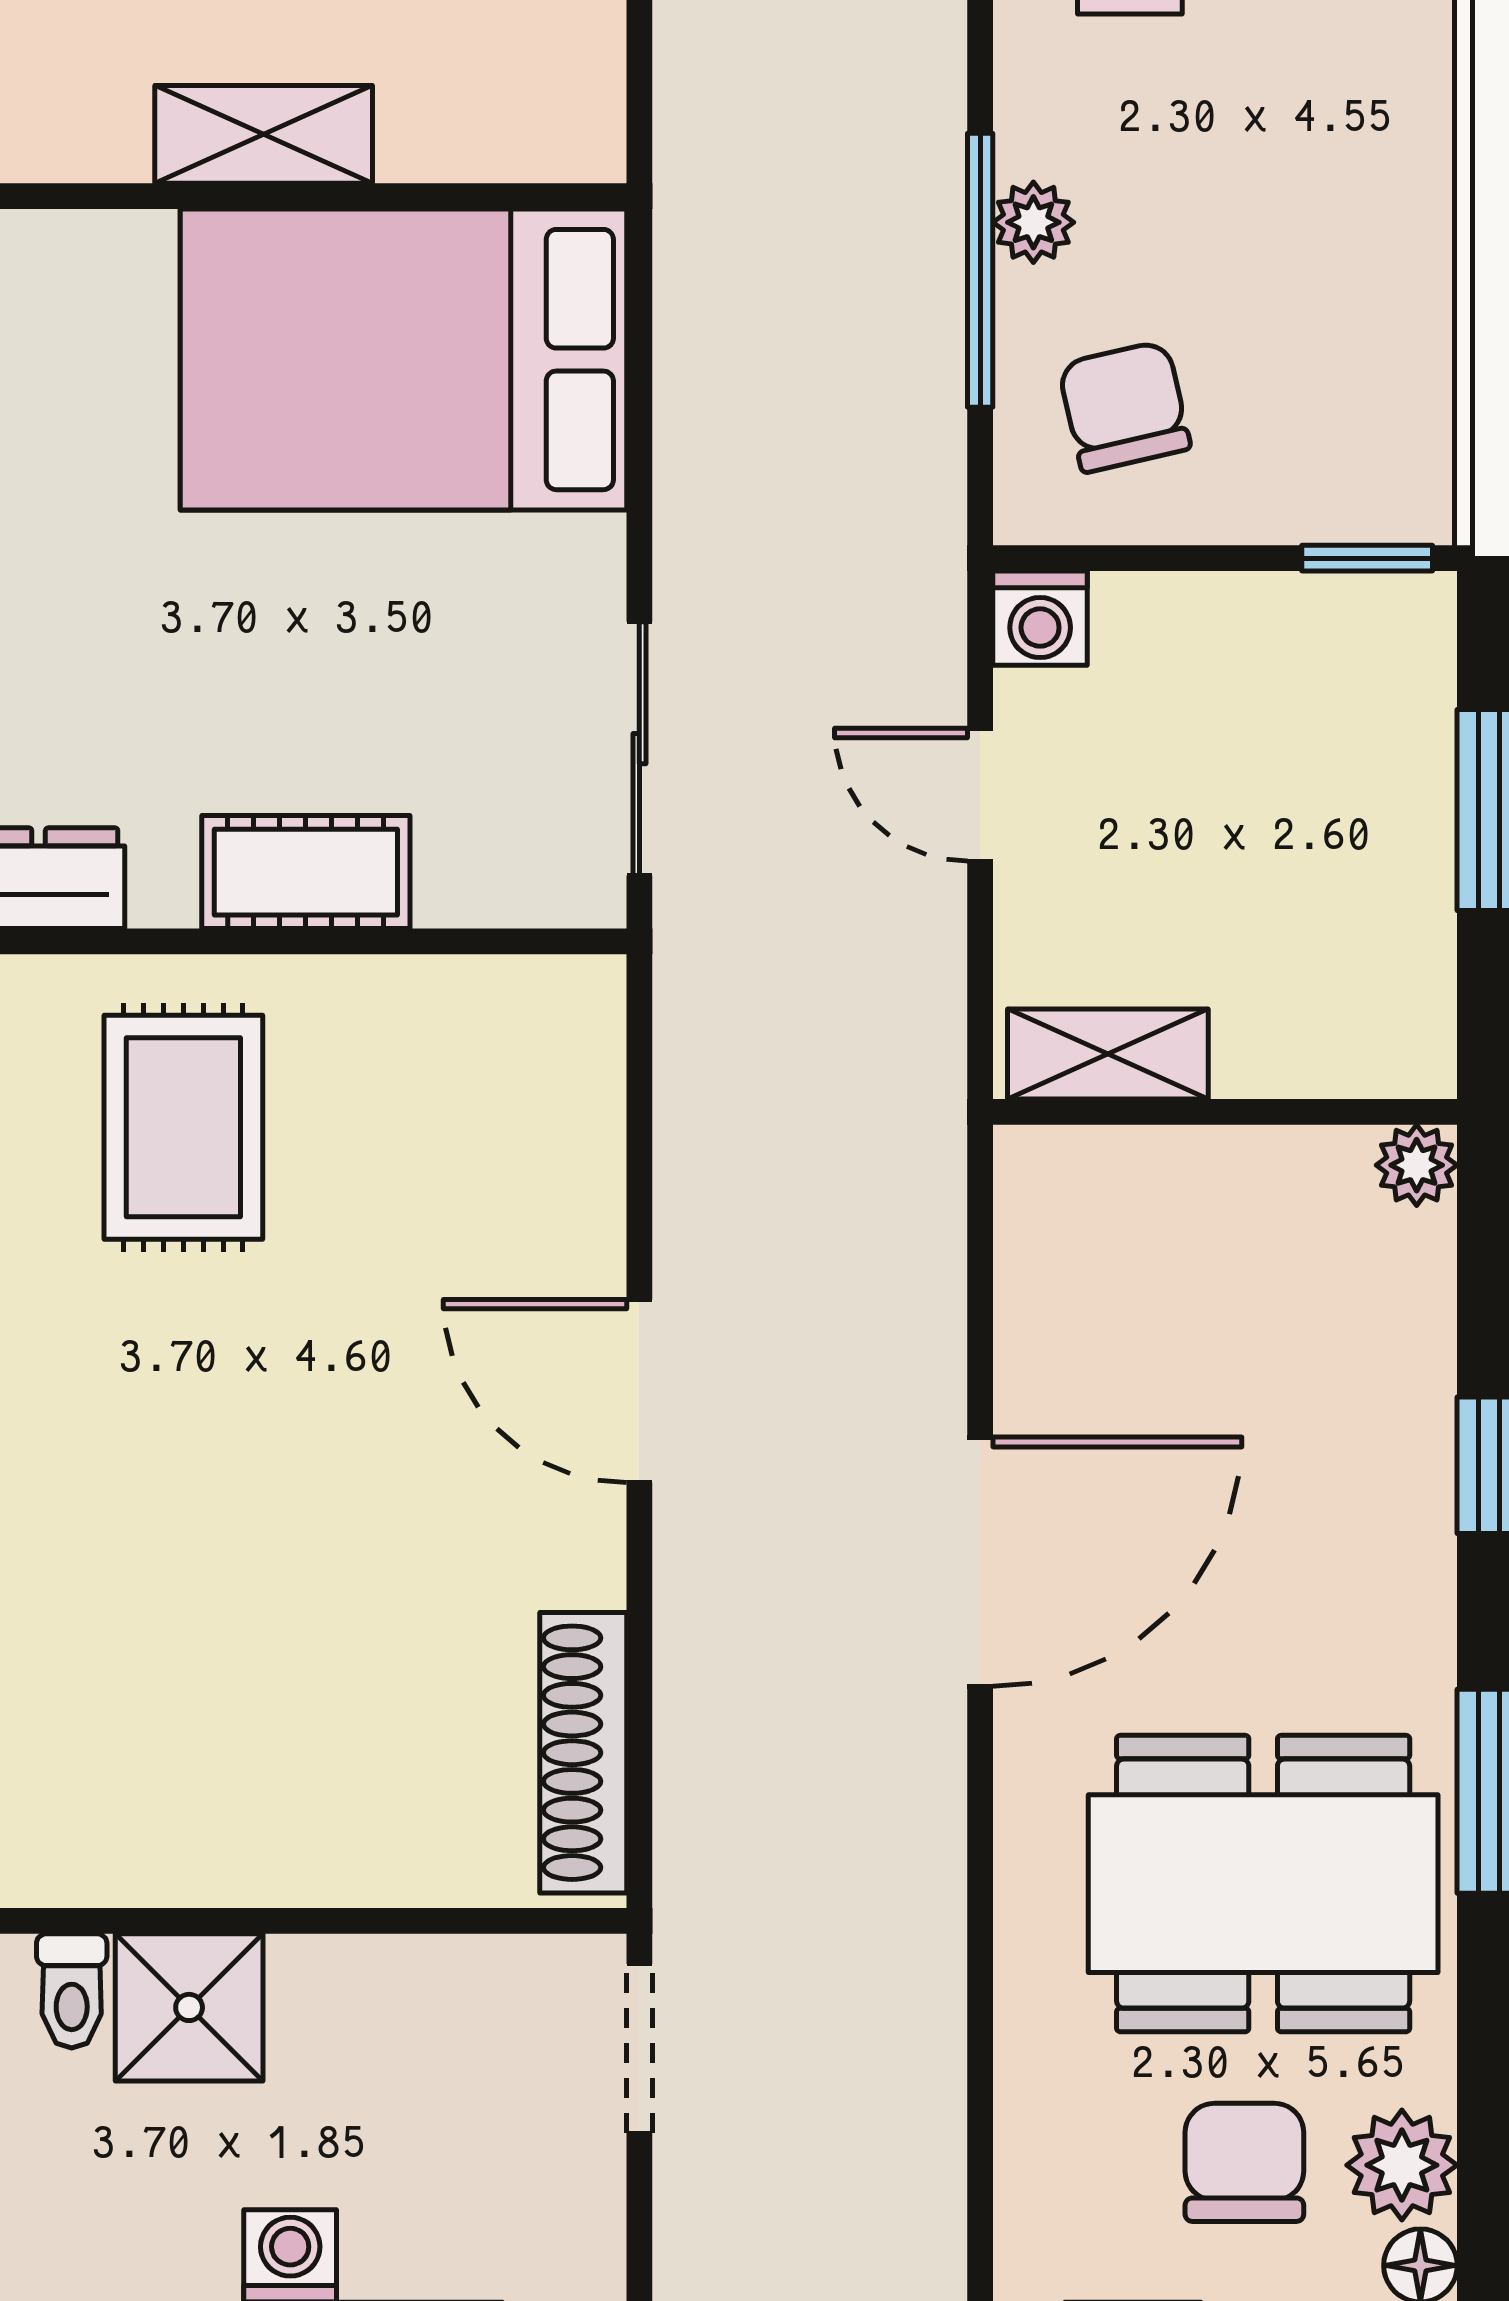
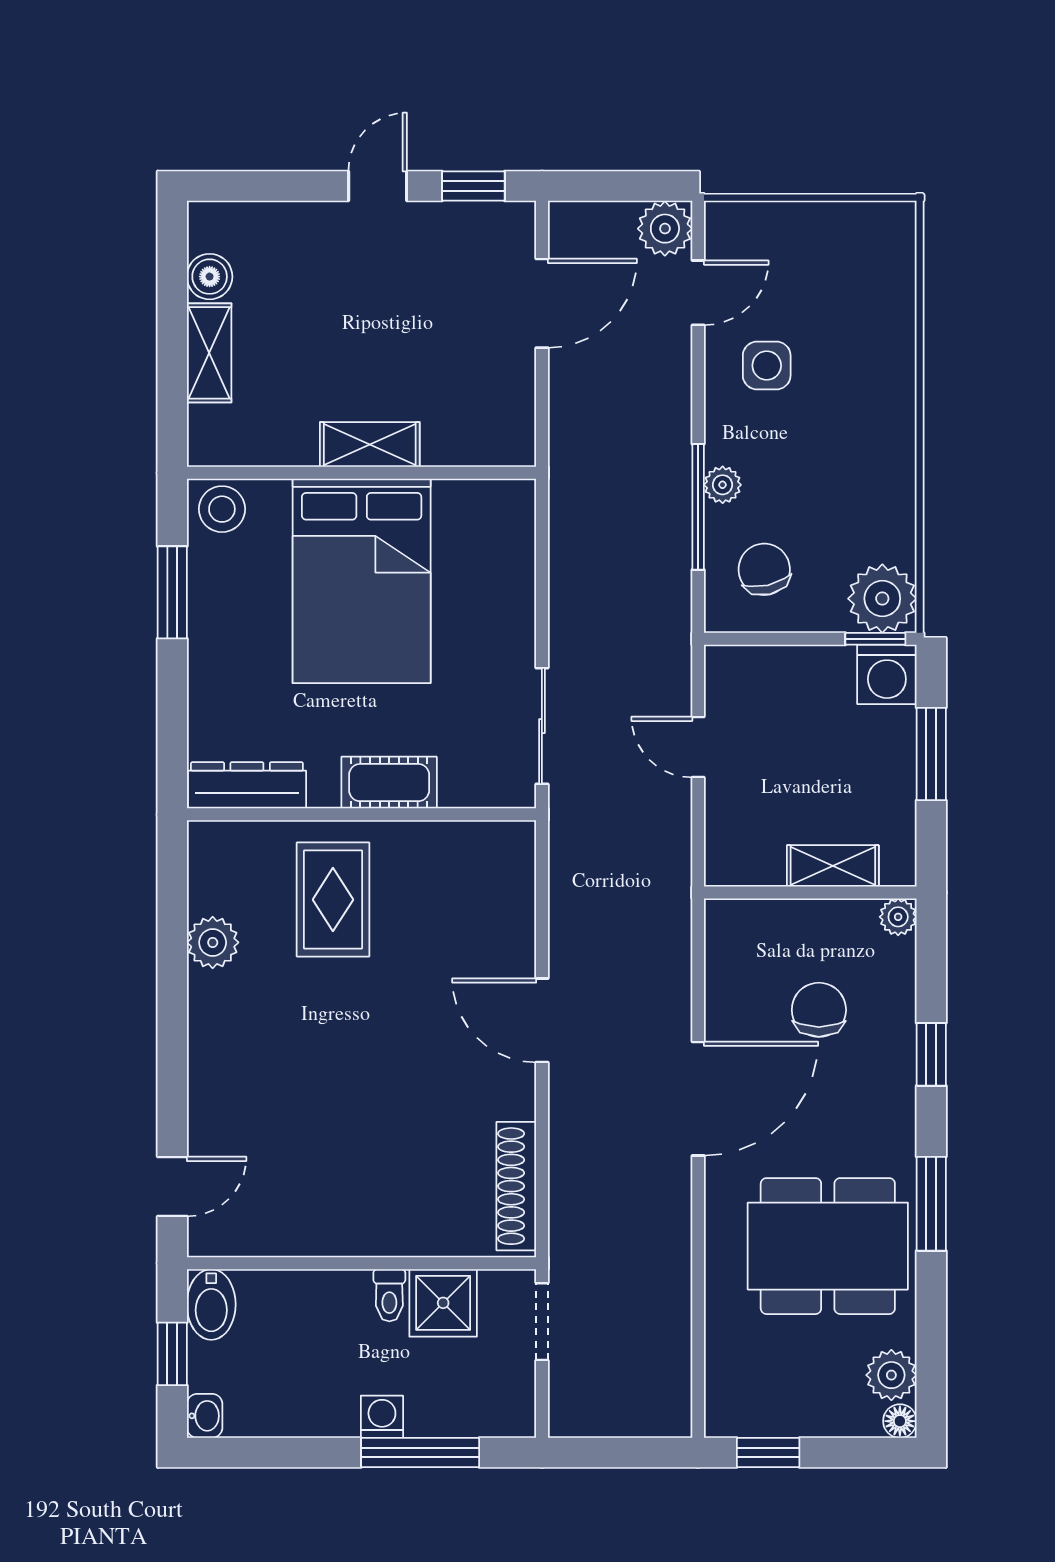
bed: (404, 360) -> (362, 581), moved, turned -90
plant: (1382, 470) -> (882, 599), added
washing machine: (1040, 618) -> (887, 674), moved, width x1.38, depth x1.38
shelving: (1108, 1054) -> (833, 866), moved
toilet: (72, 1991) -> (389, 1295), moved
shower: (189, 2007) -> (443, 1303), moved
chair: (1244, 2162) -> (819, 1010), moved

